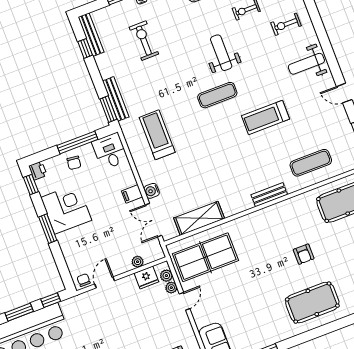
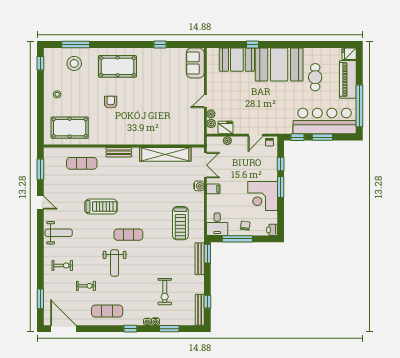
window: (31, 184) -> (281, 164), moved
shelving: (199, 218) -> (165, 154), width x1.47
table tennis table: (205, 257) -> (179, 126), removed

